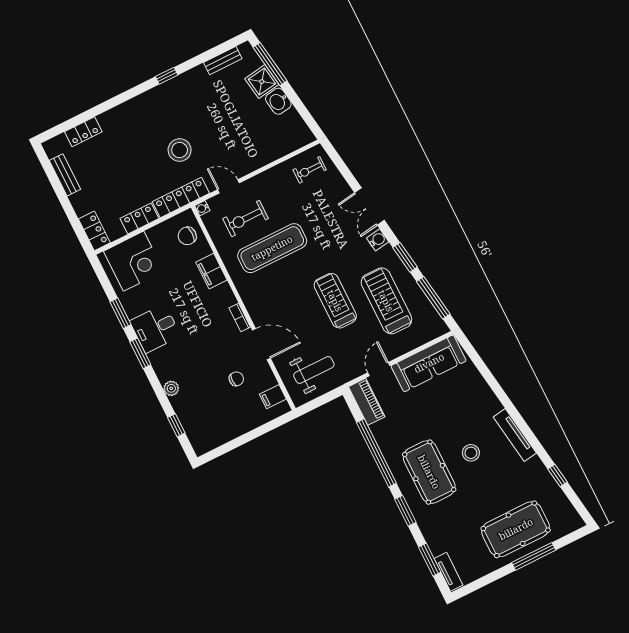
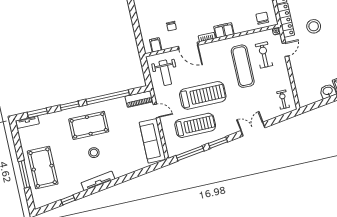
water cooler: (378, 240) -> (232, 129), removed
filing cabinet: (211, 271) -> (224, 30), moved
treadmill: (335, 301) -> (203, 95), width x1.37, depth x1.38
door: (261, 344) -> (188, 46), hinge flipped

